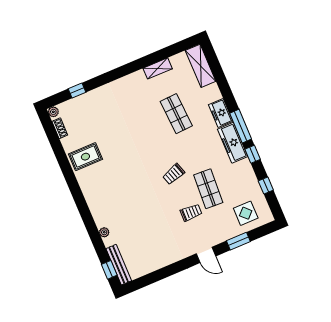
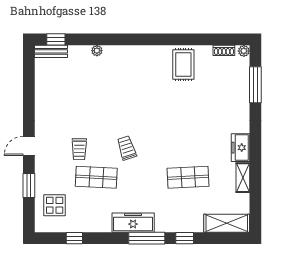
window: (77, 91) -> (255, 85), width x2.17
freezer: (221, 113) -> (240, 148), moved, turned -90
window: (253, 154) -> (185, 238), moved
bench: (119, 265) -> (51, 51), width x0.73

